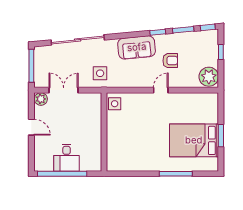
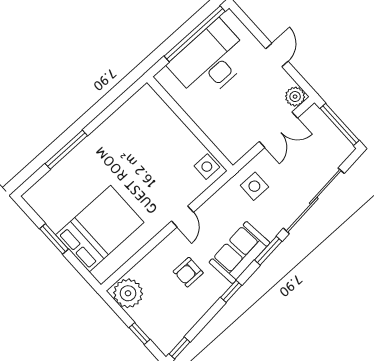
window: (183, 30) -> (268, 251), moved
door: (161, 90) -> (182, 217), moved
door: (31, 127) -> (277, 55), swing flipped
bed: (194, 140) -> (100, 229), moved
desk: (67, 158) -> (210, 61), width x1.87, depth x1.30

